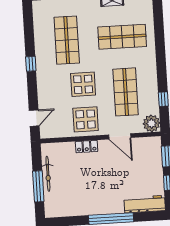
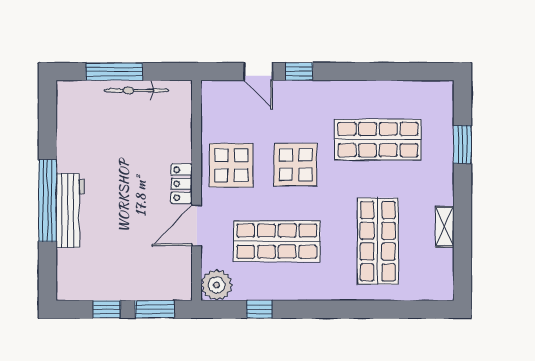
window: (31, 64) -> (299, 72), moved
door: (34, 118) -> (258, 72), moved
locker: (87, 147) -> (182, 184), moved
workbench: (145, 204) -> (70, 211), moved

